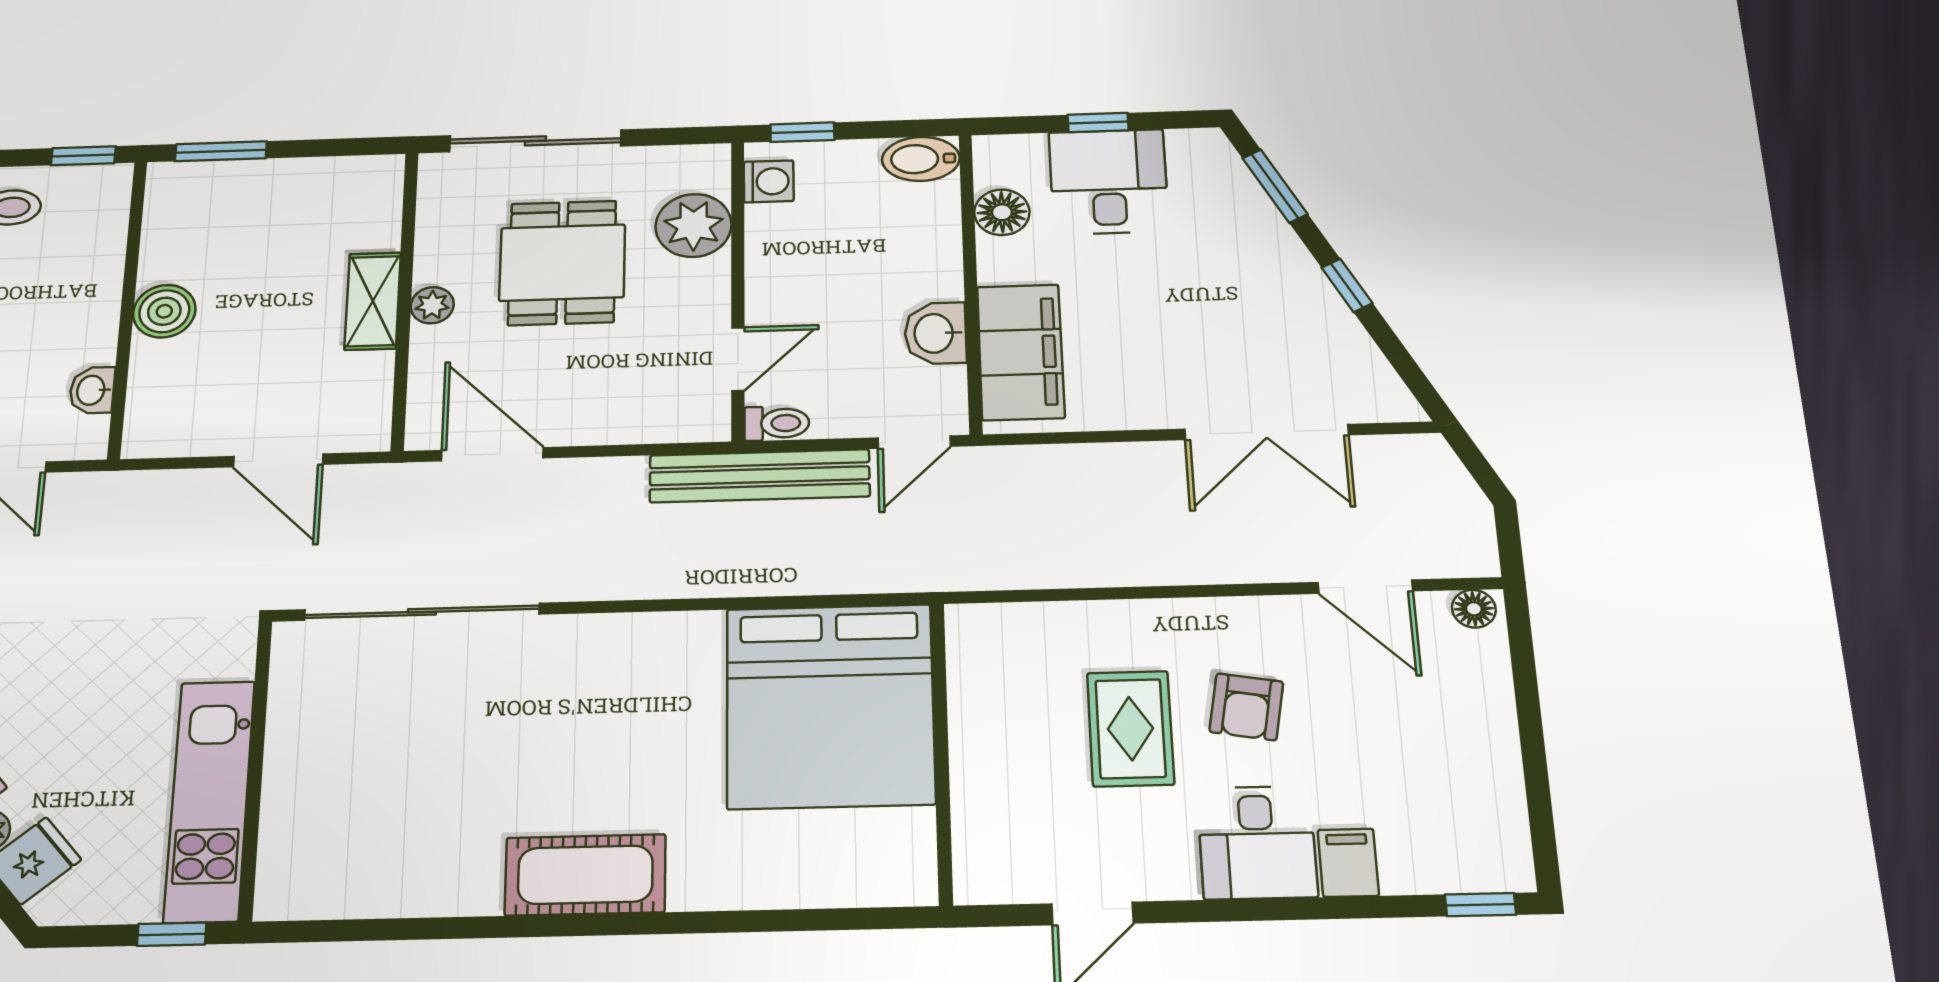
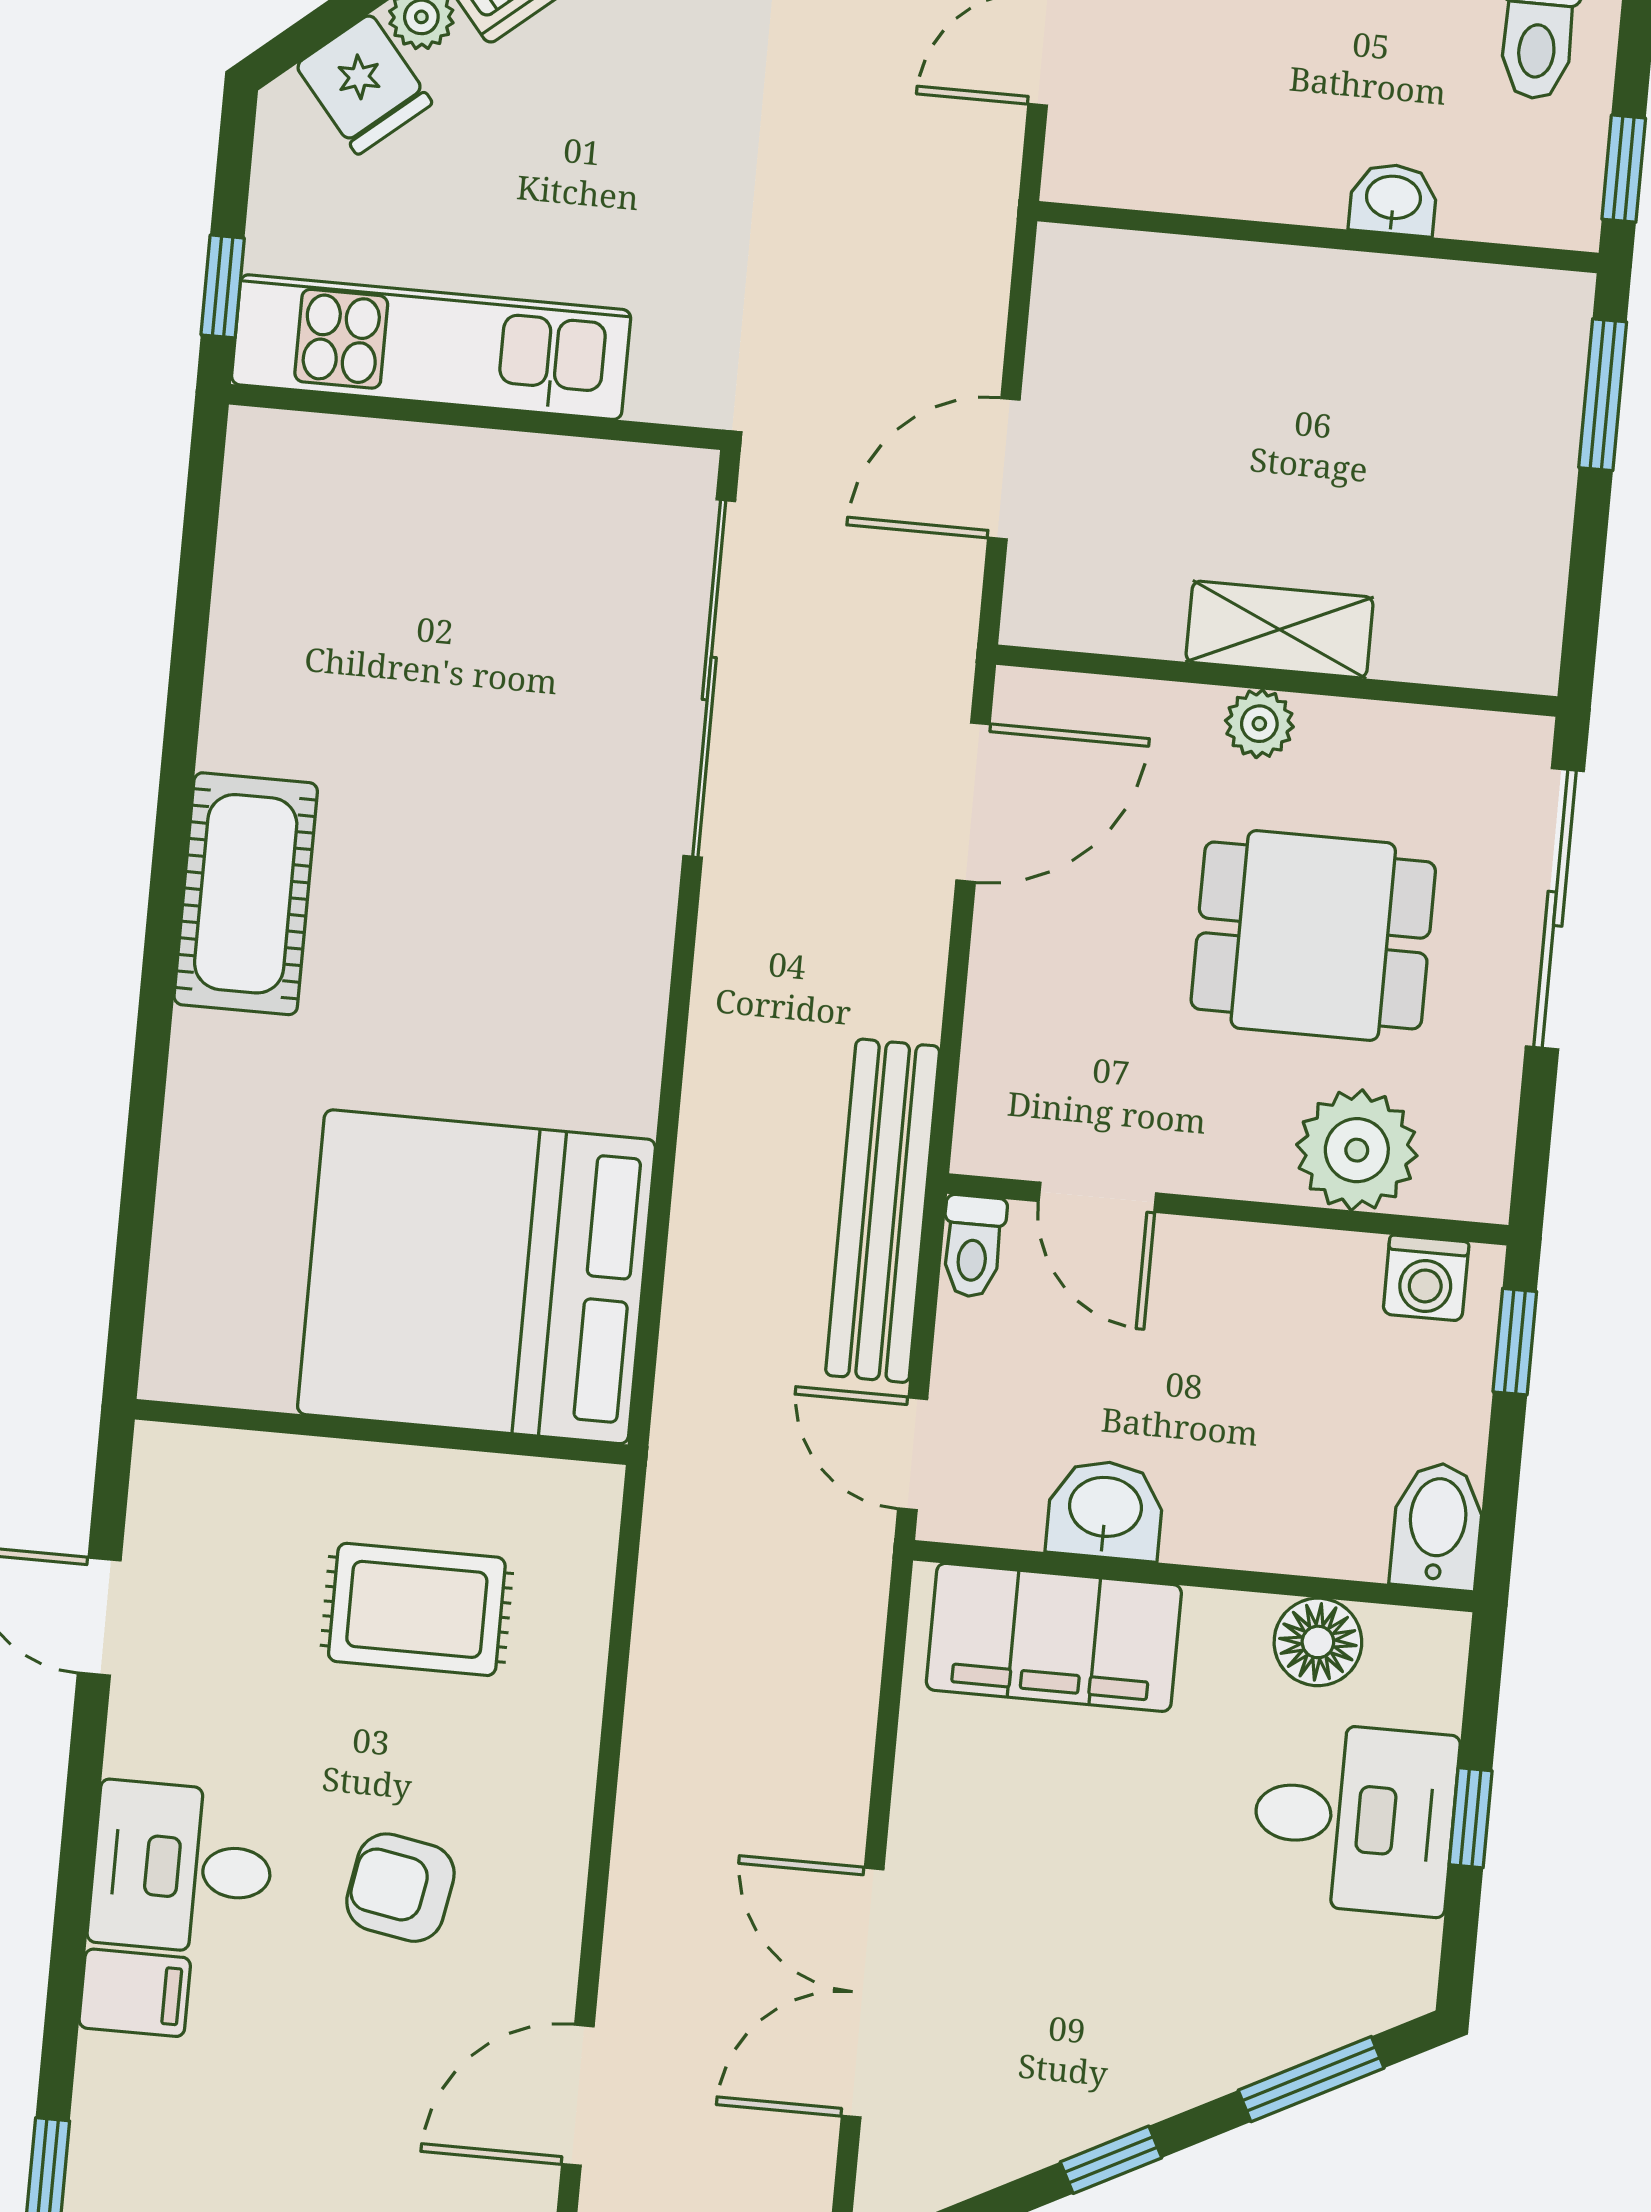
boiler: (164, 311) -> (1303, 296), removed
washbasin: (92, 390) -> (1393, 199), moved
rug: (1131, 729) -> (417, 1609), moved

